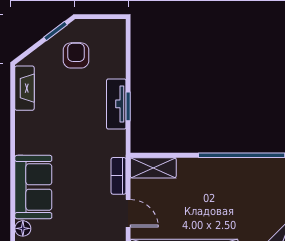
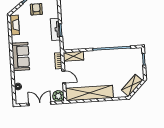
sofa: (33, 187) -> (21, 57), moved

